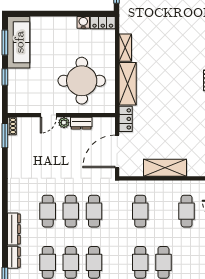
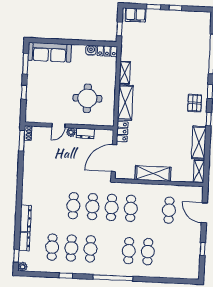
sofa: (19, 42) -> (50, 52), moved, turned 90
round table: (82, 81) -> (87, 98), width x0.73, depth x0.73
cafe table: (48, 211) -> (112, 207), moved

